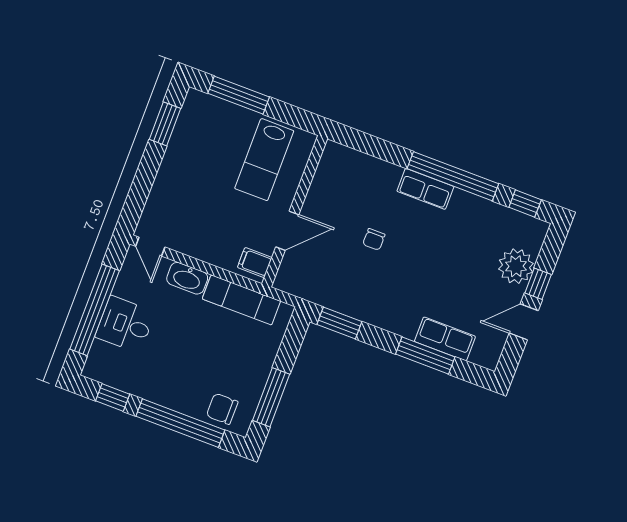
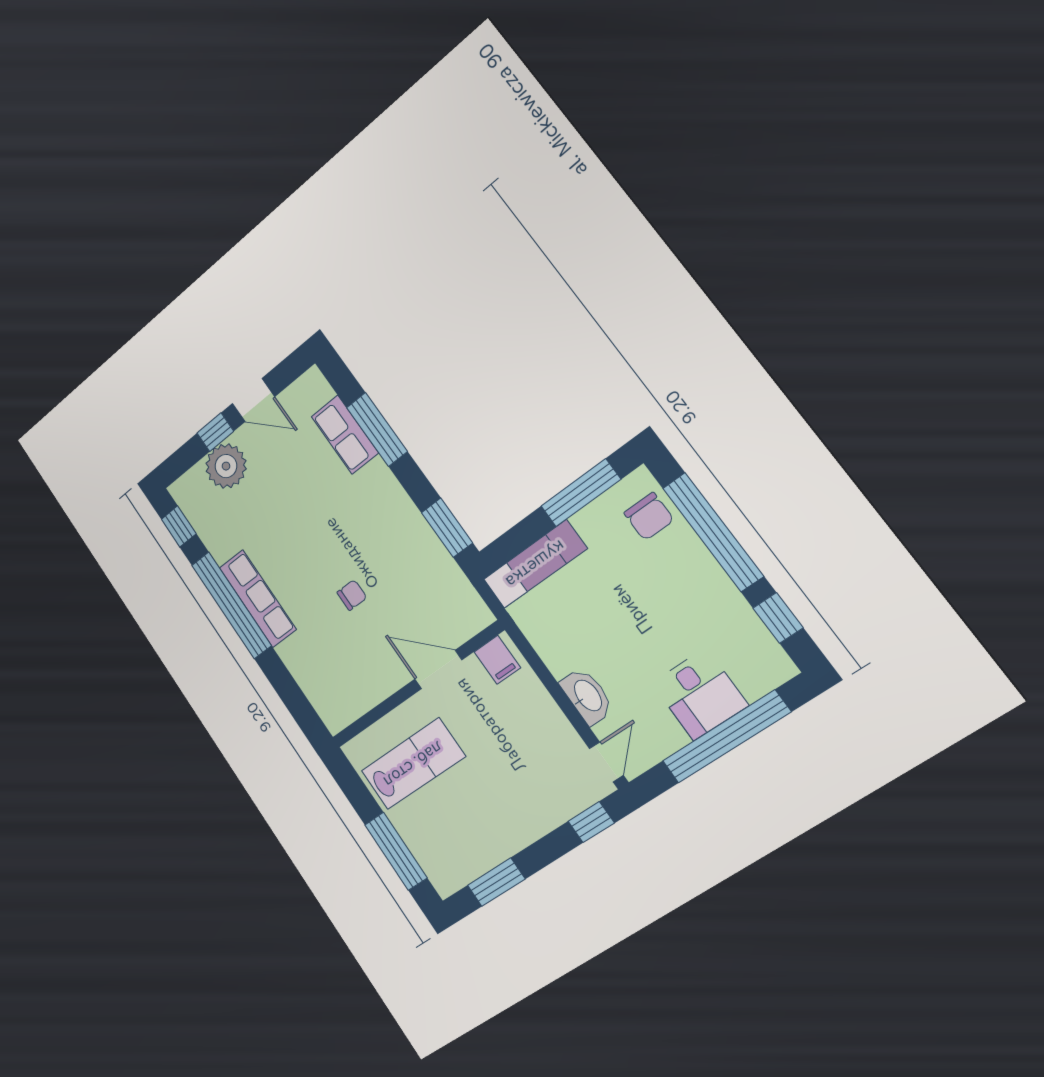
row of seats: (425, 189) -> (258, 598), width x1.48
window: (135, 204) -> (591, 822), added
exam couch: (241, 300) -> (535, 564), moved, turned 90

